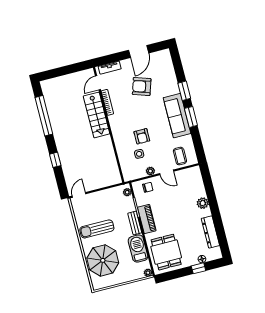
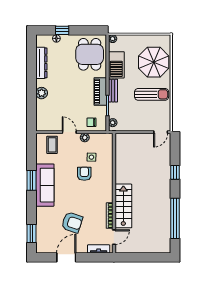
window: (184, 91) -> (31, 233), moved

